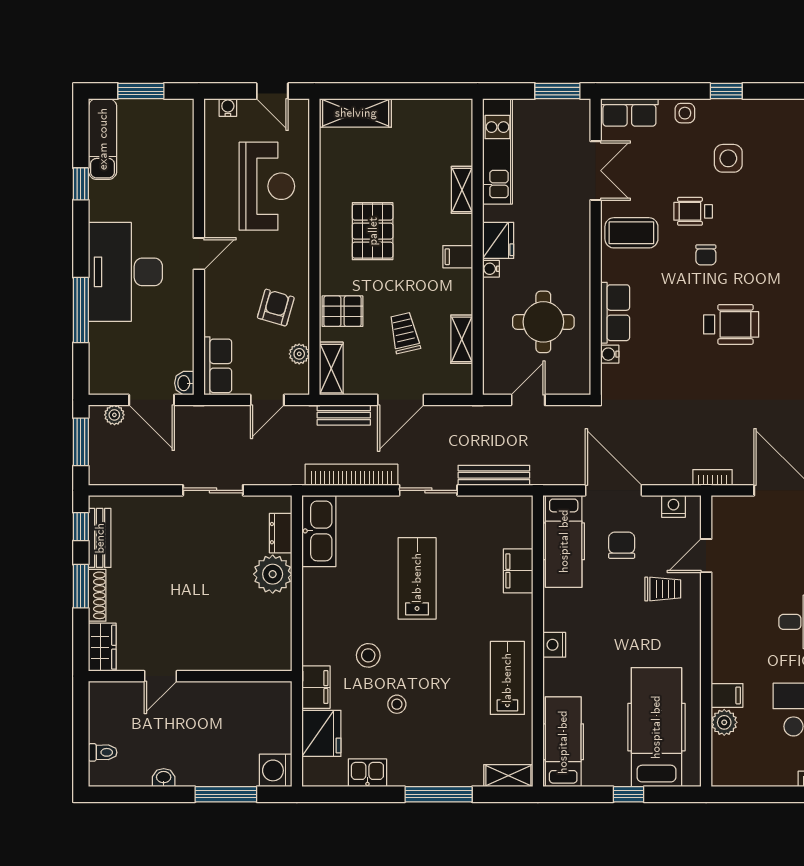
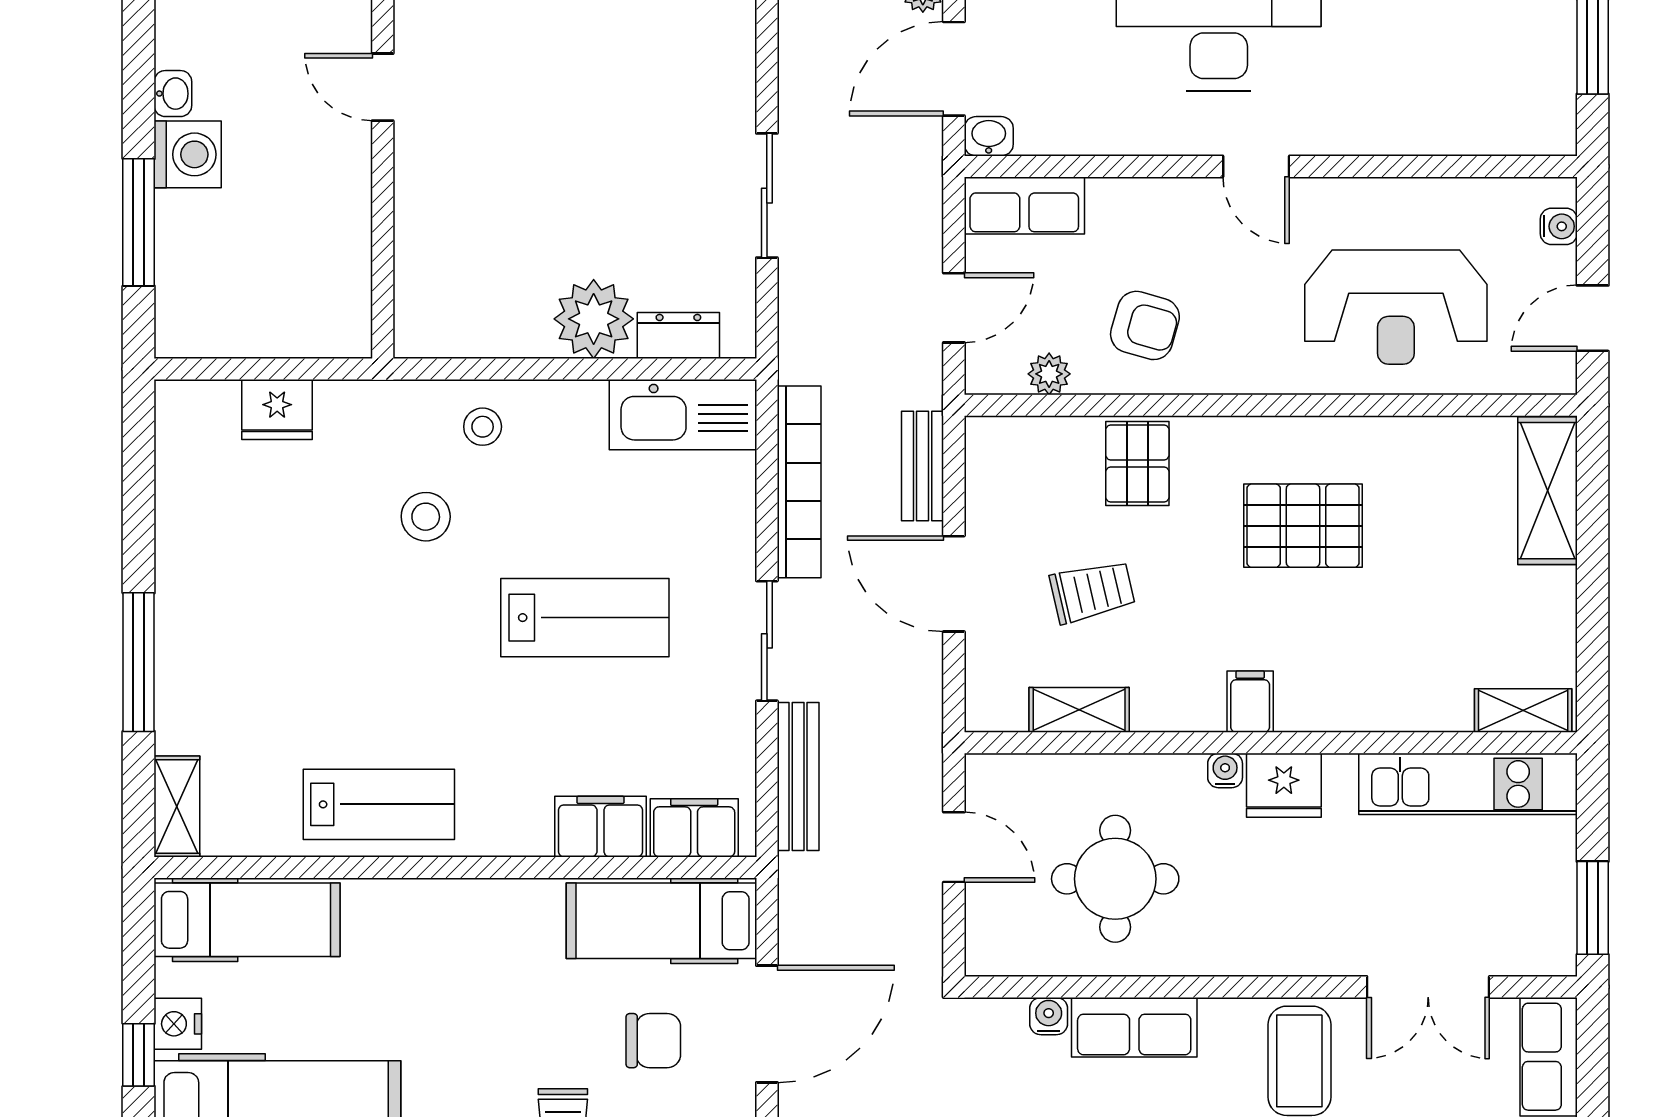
shelving: (462, 190) -> (1523, 711), moved
shelving: (331, 369) -> (1019, 440), removed
door: (267, 400) -> (954, 308), swing flipped
nightstand: (554, 645) -> (178, 1024), moved, turned -90
filing cabinet: (316, 687) -> (694, 828), moved, turned 180
stool: (397, 704) -> (483, 427), moved
fridge: (321, 733) -> (277, 410), width x0.73, depth x0.75
washing machine: (276, 770) -> (188, 154), moved, turned 90
kitchen sink: (367, 773) -> (183, 515), removed

